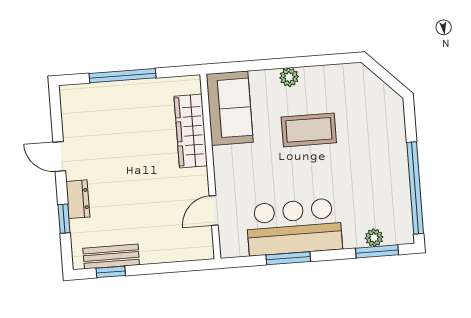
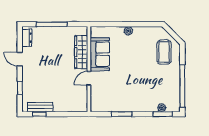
sofa: (230, 108) -> (100, 54), moved
coffee table: (309, 130) -> (164, 52), moved, turned 90
dresser: (78, 199) -> (27, 38), moved
door: (214, 210) -> (89, 78), moved
bar counter: (294, 227) -> (125, 100), removed

